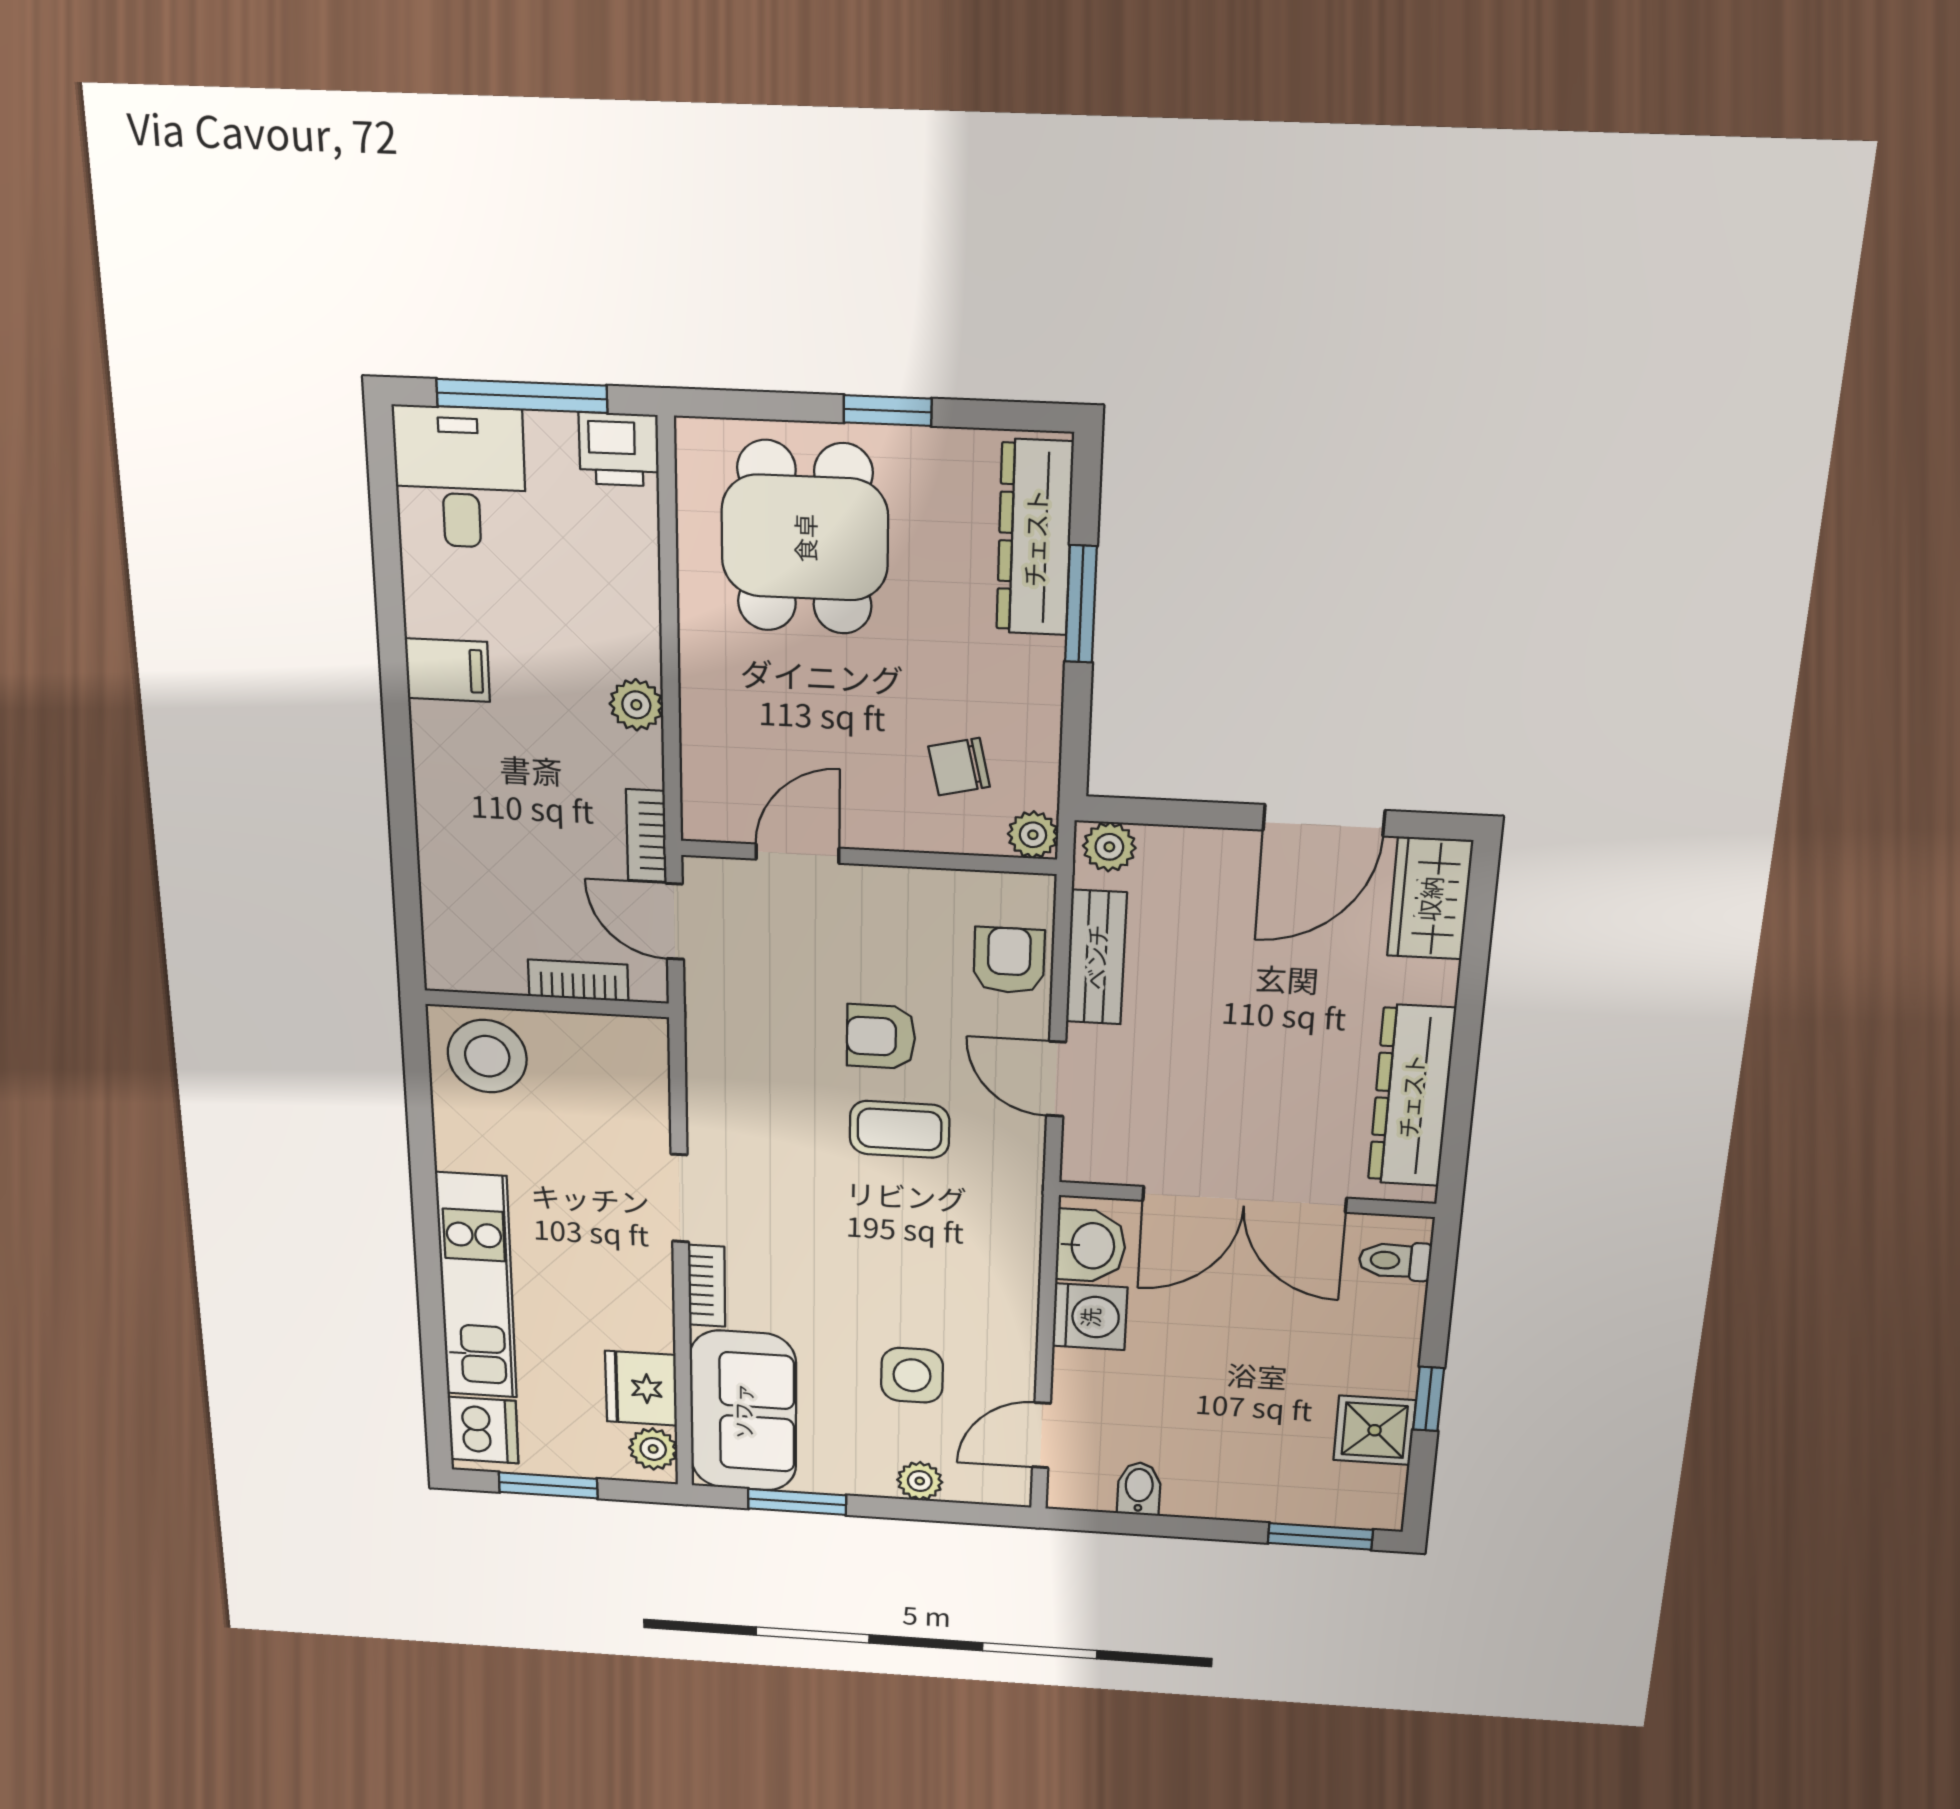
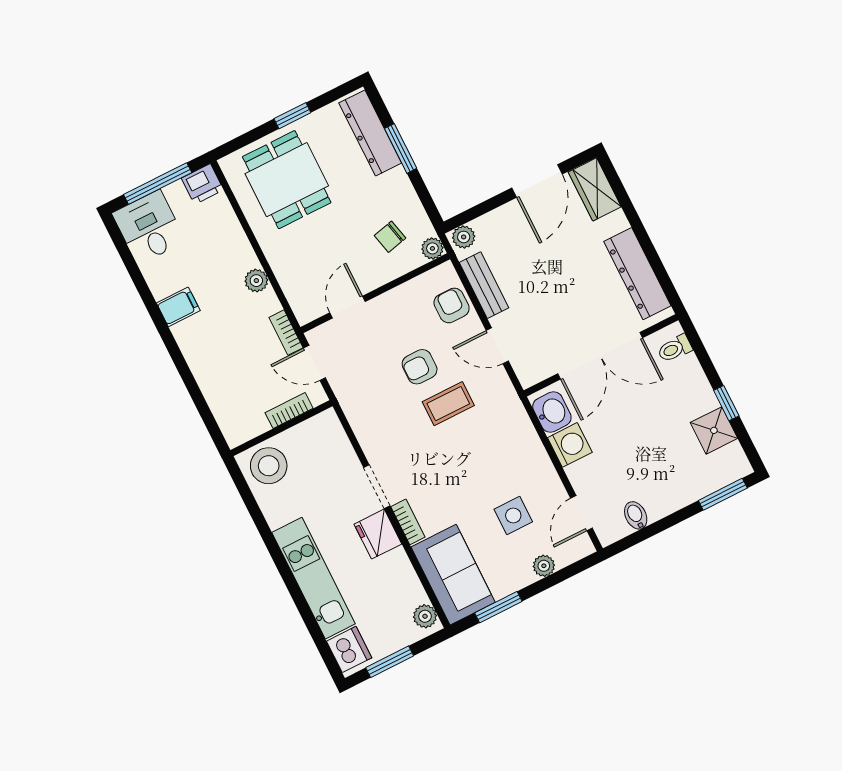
fridge: (641, 1388) -> (378, 534), moved

